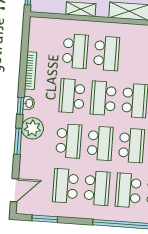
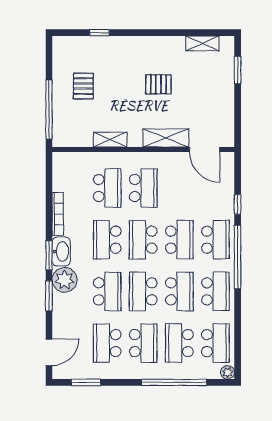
washbasin: (29, 103) -> (61, 252), width x1.91, depth x1.45
window: (20, 106) -> (49, 255), width x1.50
school desk: (100, 143) -> (143, 291), turned 180

